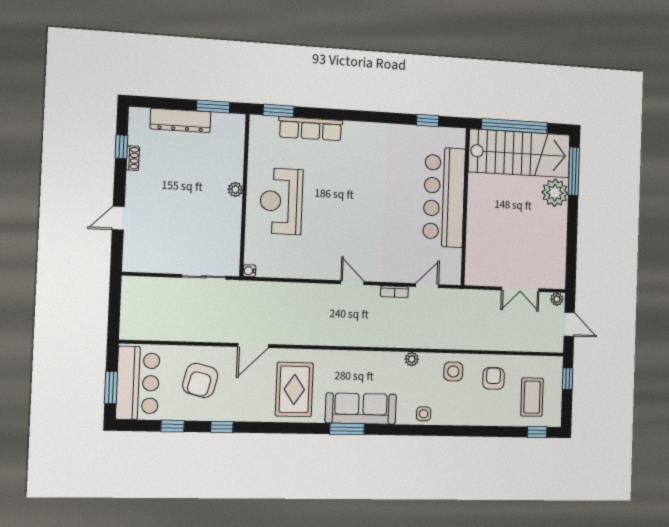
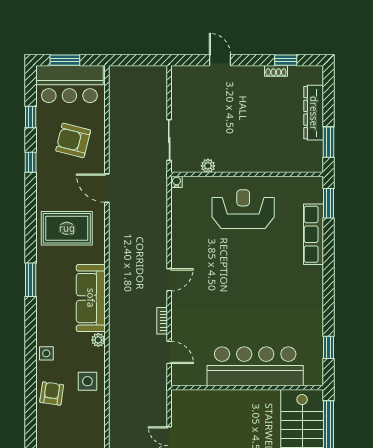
plant: (235, 189) -> (208, 166), moved
armchair: (493, 378) -> (52, 394), moved, turned -82
sofa: (361, 409) -> (91, 298), moved, turned 180

